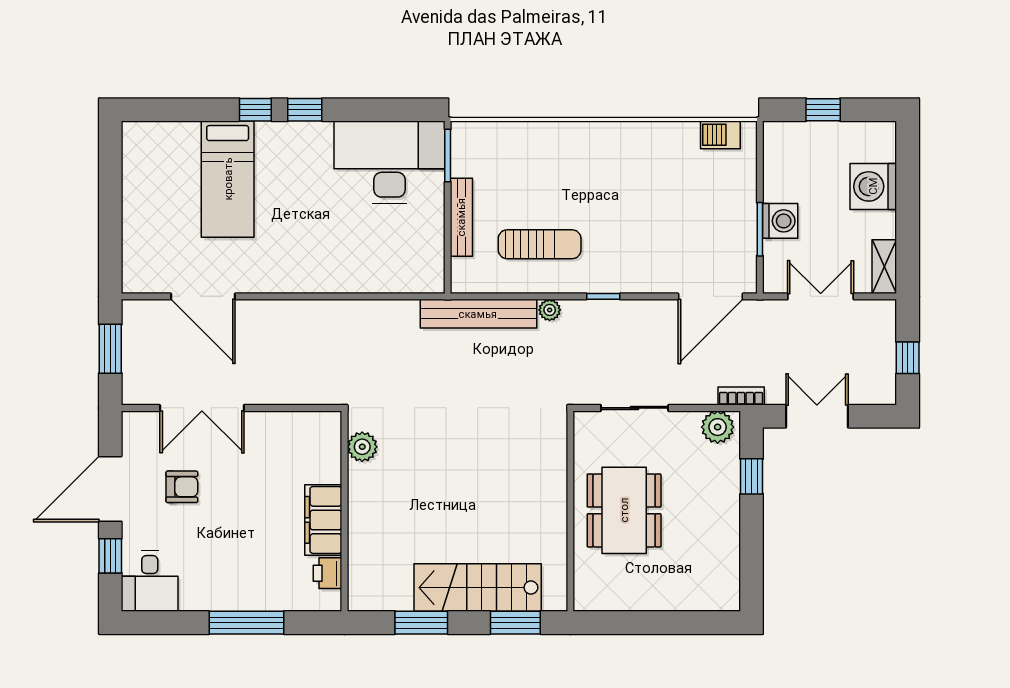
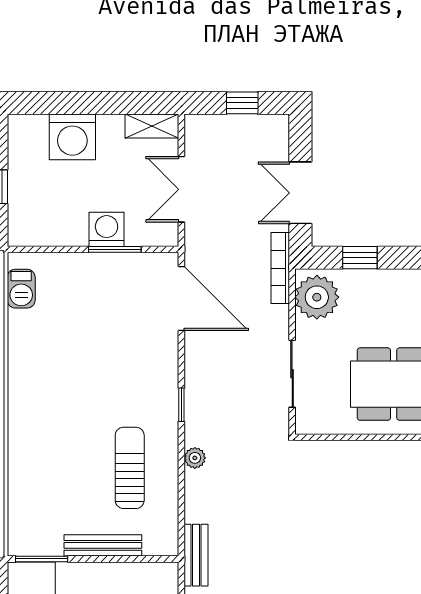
bench: (478, 314) -> (196, 555), width x0.54, depth x0.82
bookcase: (741, 396) -> (280, 268), width x1.56
plant: (718, 427) -> (317, 297), width x1.36, depth x1.36

